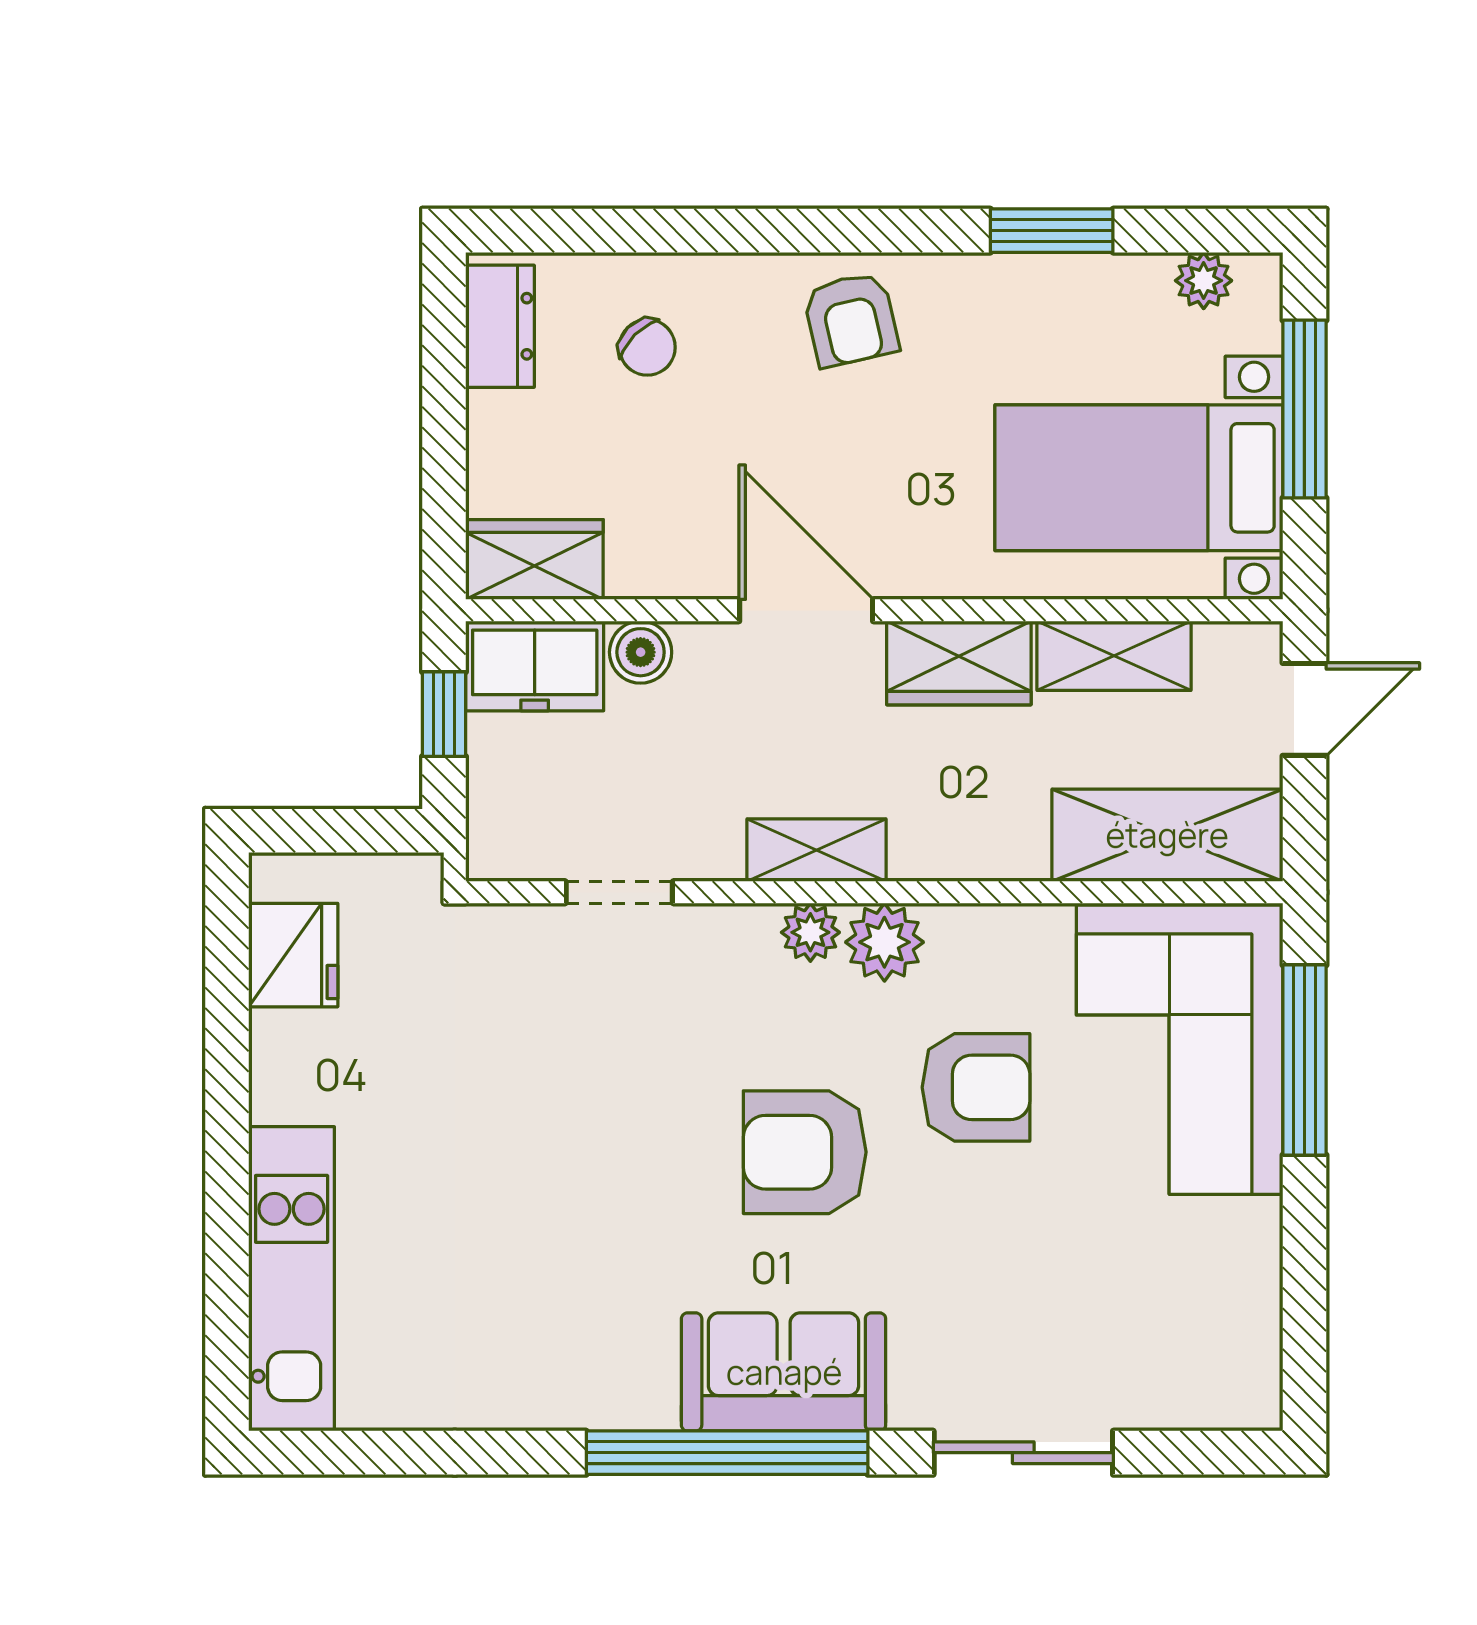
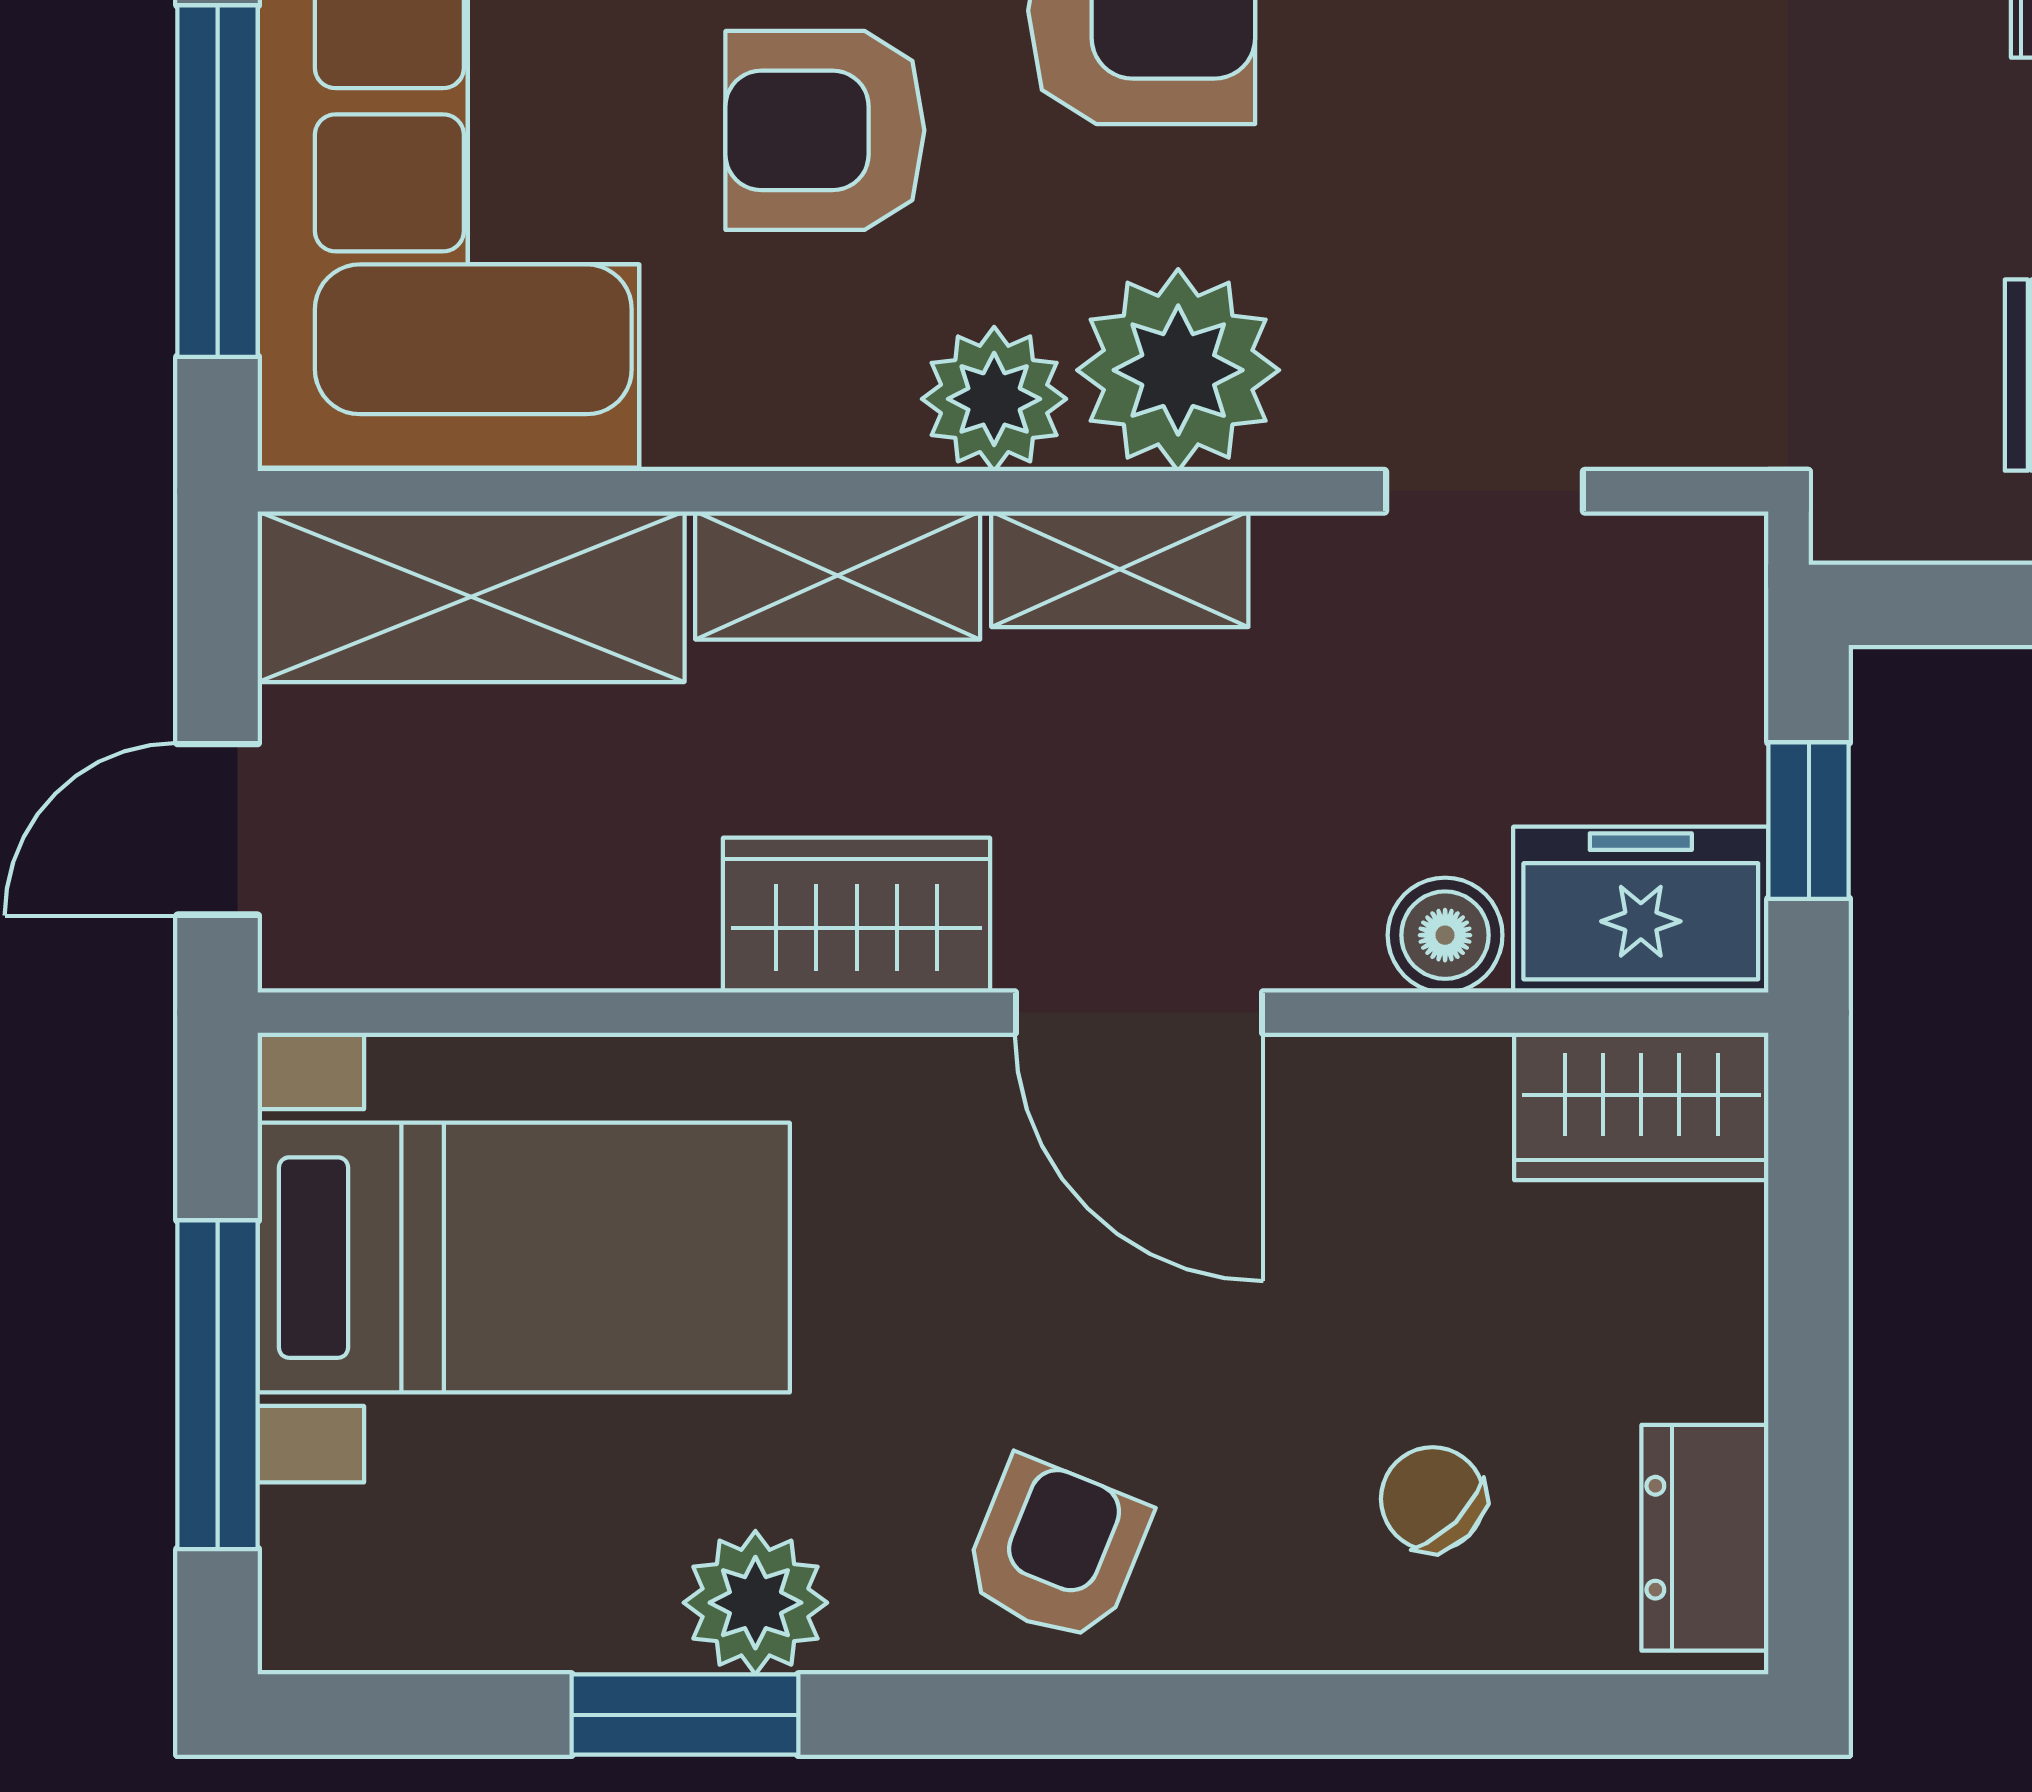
plant: (1204, 281) -> (755, 1603), moved, width x1.38, depth x1.38
armchair: (851, 320) -> (1056, 1550), turned 35
shelving: (1114, 656) -> (838, 575), moved
plant: (810, 932) -> (1178, 370), width x1.87, depth x1.87

